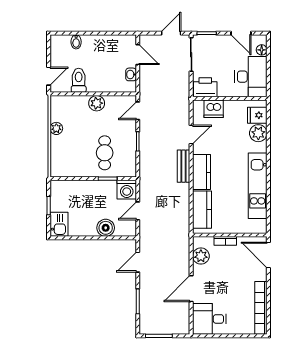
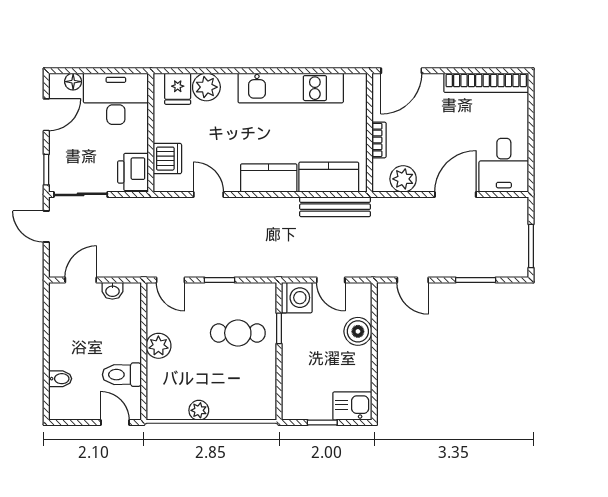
bench: (184, 166) -> (335, 207), moved, width x1.36
door: (191, 289) -> (455, 194), swing flipped

